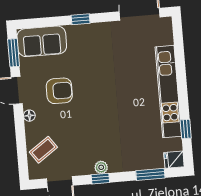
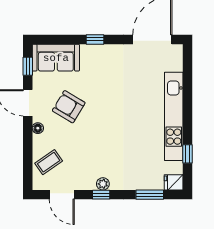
window: (14, 53) -> (28, 66), width x0.67
armchair: (59, 91) -> (69, 107), turned -149

